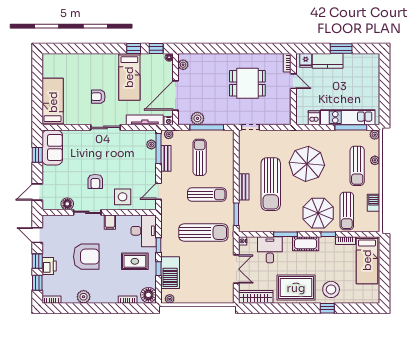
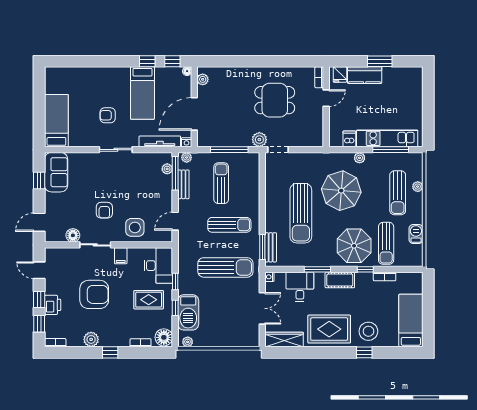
door: (293, 81) -> (326, 98), hinge flipped
plant: (197, 118) -> (259, 140), moved
plant: (375, 135) -> (360, 158), moved
bench: (244, 187) -> (271, 247), moved
bed: (367, 260) -> (411, 320), moved, turned 180
window: (100, 308) -> (110, 352), added

